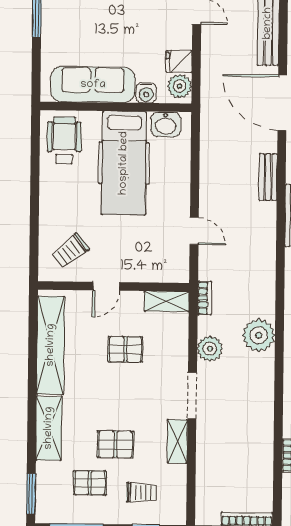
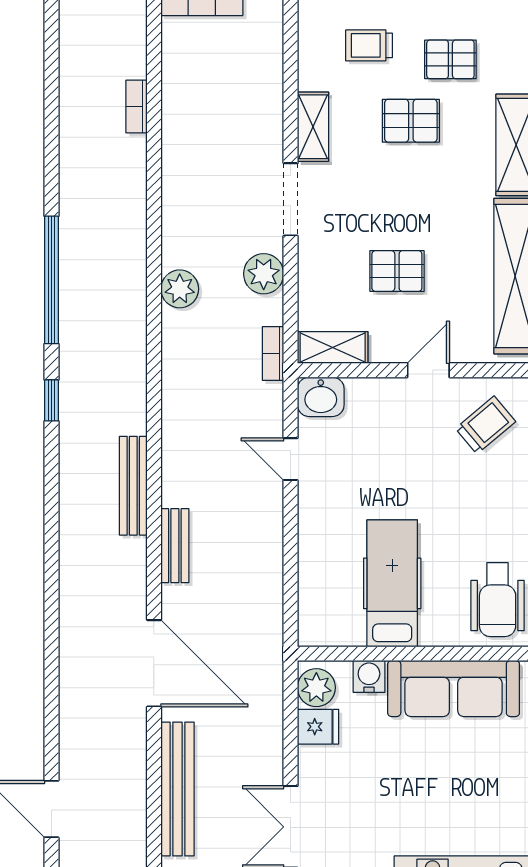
washbasin: (166, 124) -> (321, 397), moved, turned 180
hospital bed: (124, 163) -> (392, 583), width x0.73, depth x0.78
plant: (259, 335) -> (180, 289), width x0.73, depth x0.73

